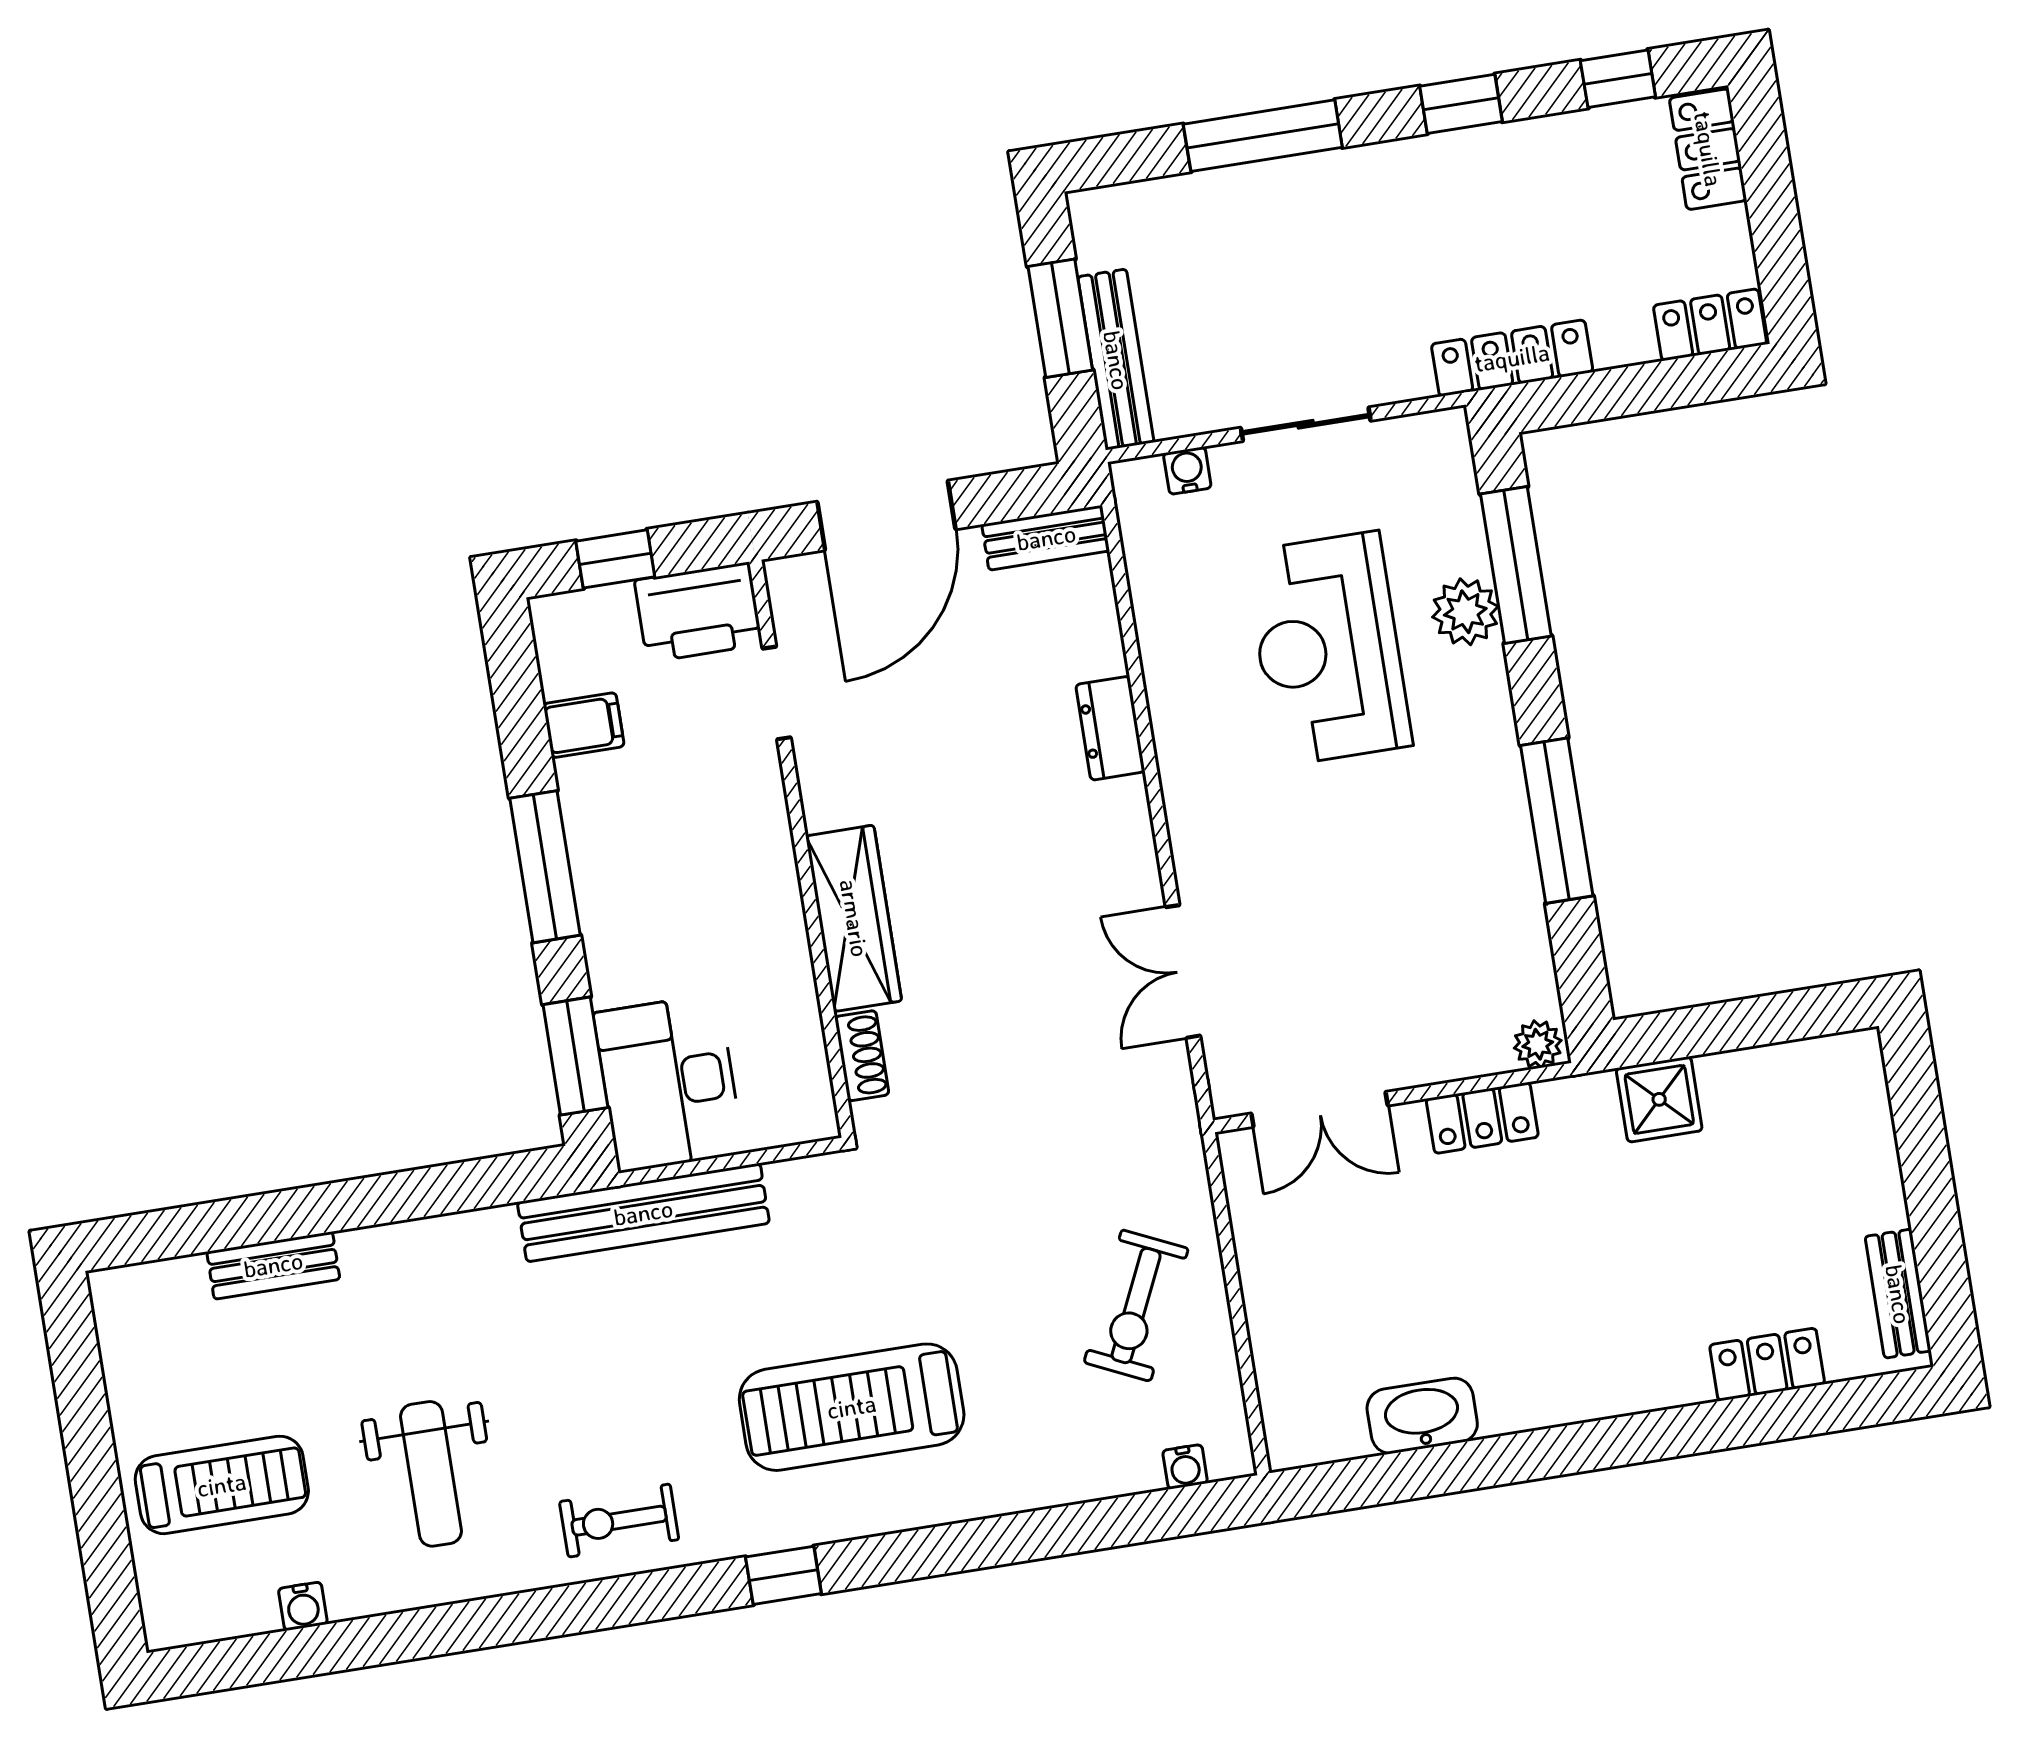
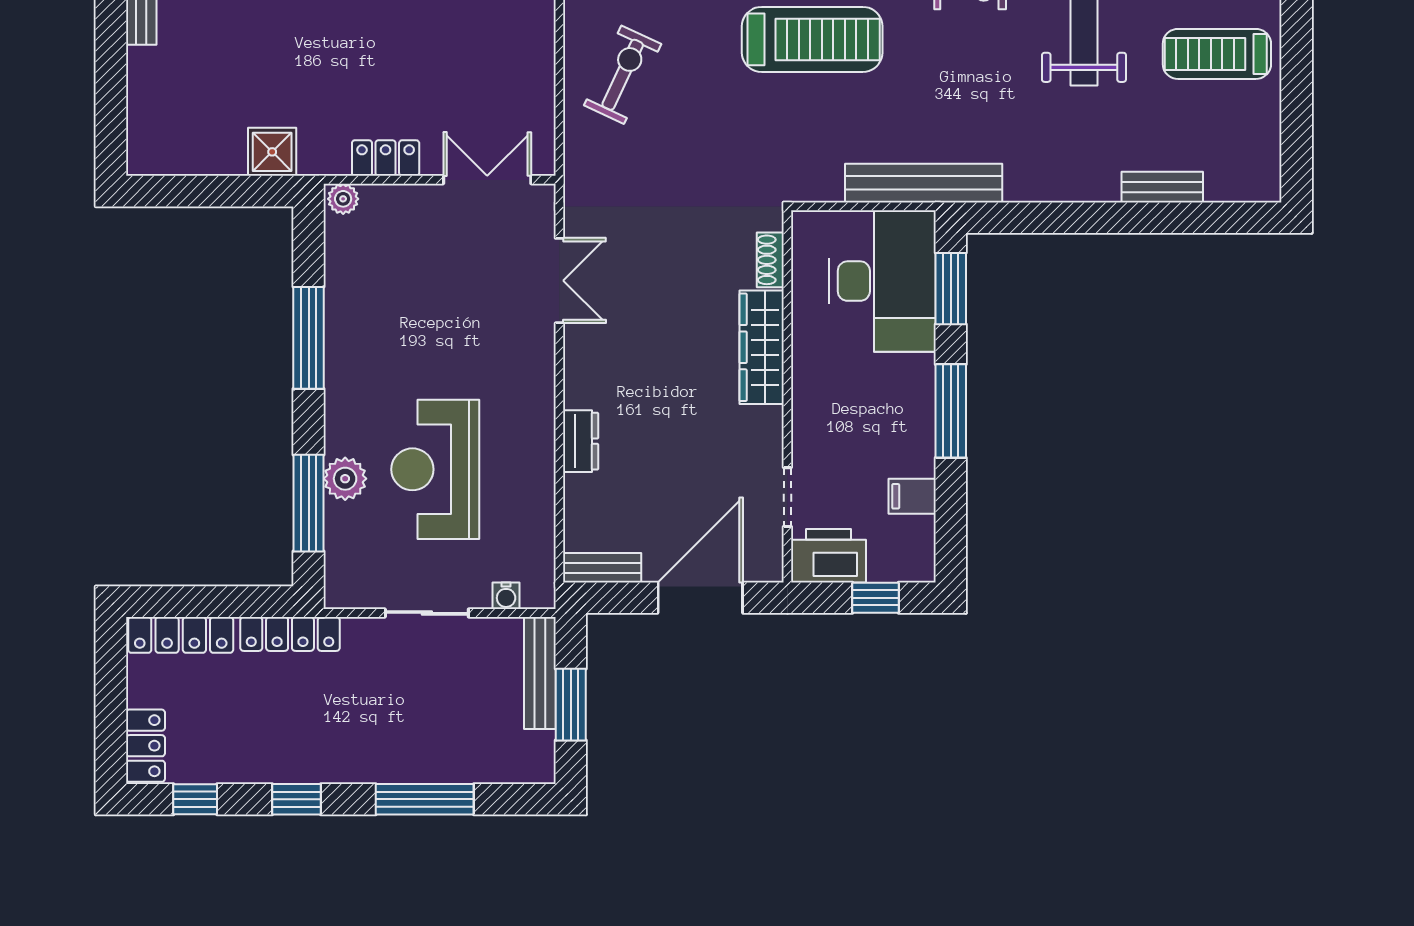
locker: (1710, 325) -> (181, 635), width x1.53
reception desk: (1328, 649) -> (435, 469), turned 180
desk: (669, 1083) -> (883, 281), width x1.36, depth x1.30

